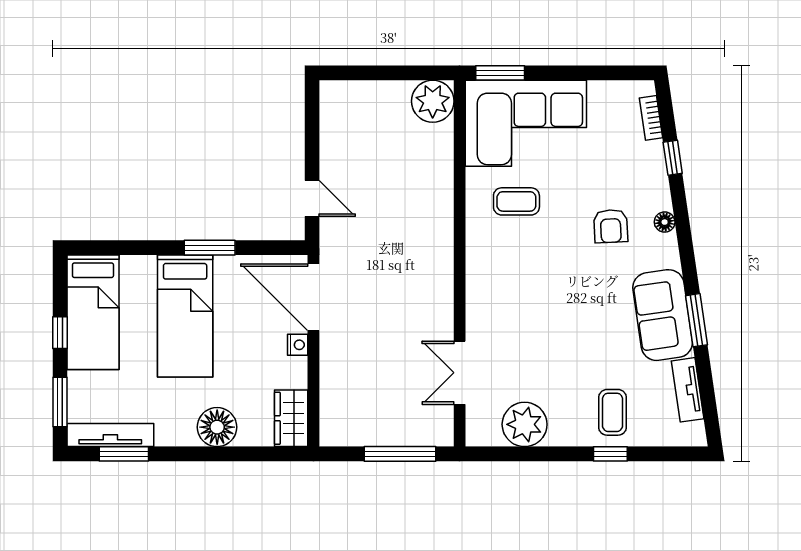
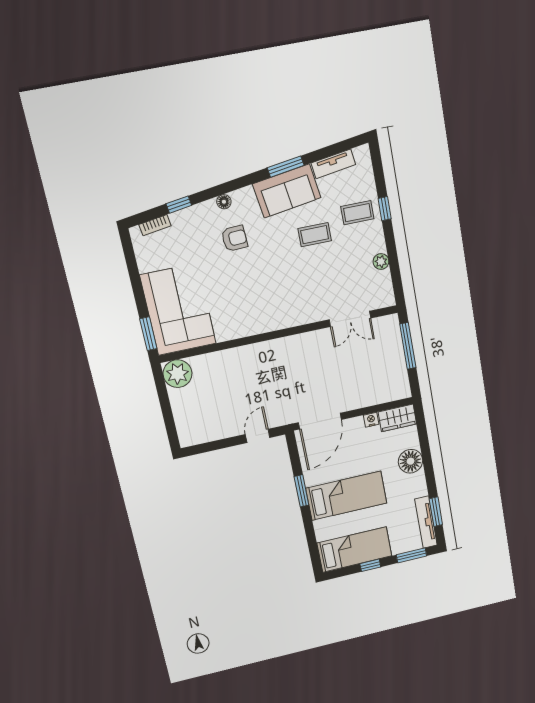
coffee table: (516, 201) -> (315, 235), moved, turned 90
nightstand: (298, 345) -> (371, 420), moved
plant: (525, 424) -> (381, 262), width x0.53, depth x0.53

